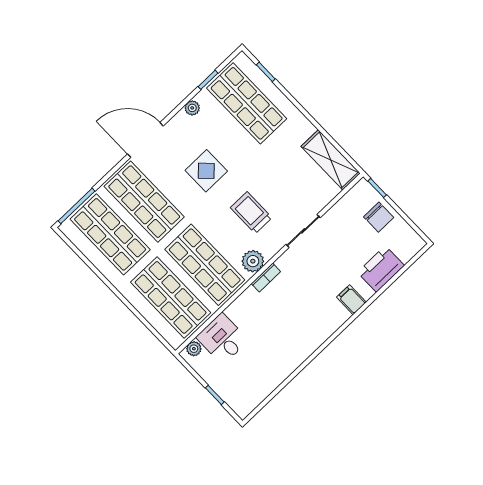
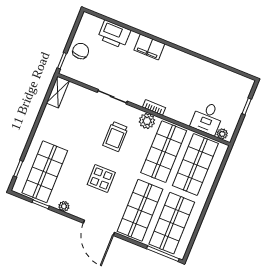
shelving: (331, 160) -> (58, 92), width x0.67, depth x0.75
filing cabinet: (351, 300) -> (149, 47), width x2.00

